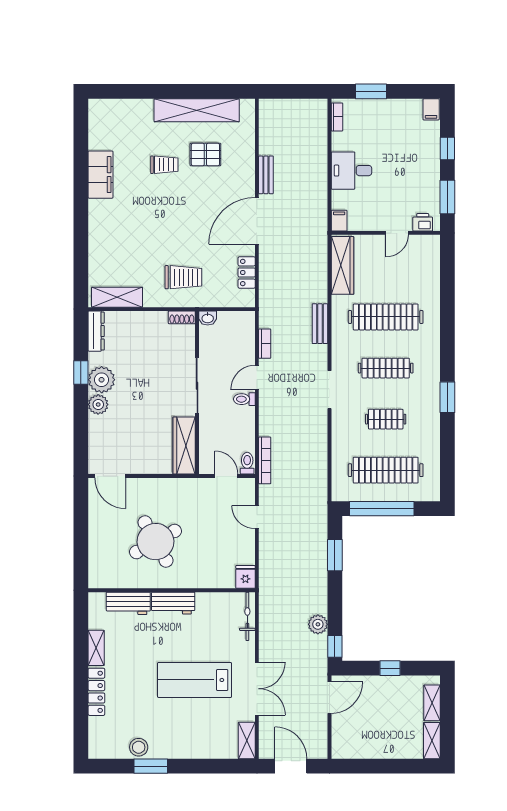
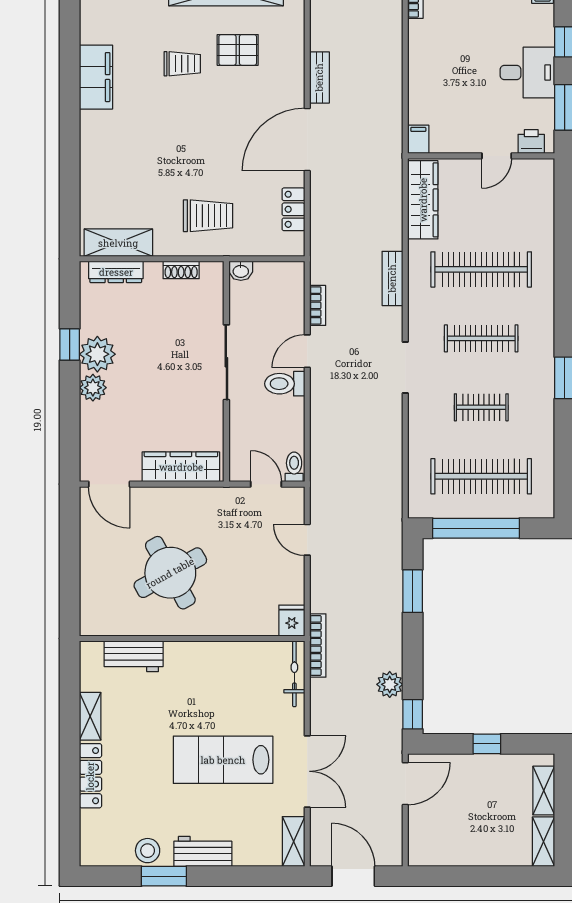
desk: (351, 171) -> (527, 73), moved, turned 180
shoe rack: (182, 317) -> (181, 270), moved
dresser: (96, 331) -> (116, 272), moved, turned 90
toilet: (244, 399) -> (285, 384), width x1.37, depth x1.39
wardrobe: (184, 445) -> (181, 467), moved, turned 90
bookcase: (265, 460) -> (318, 645), moved
workbench: (173, 603) -> (203, 851), moved, turned 180

